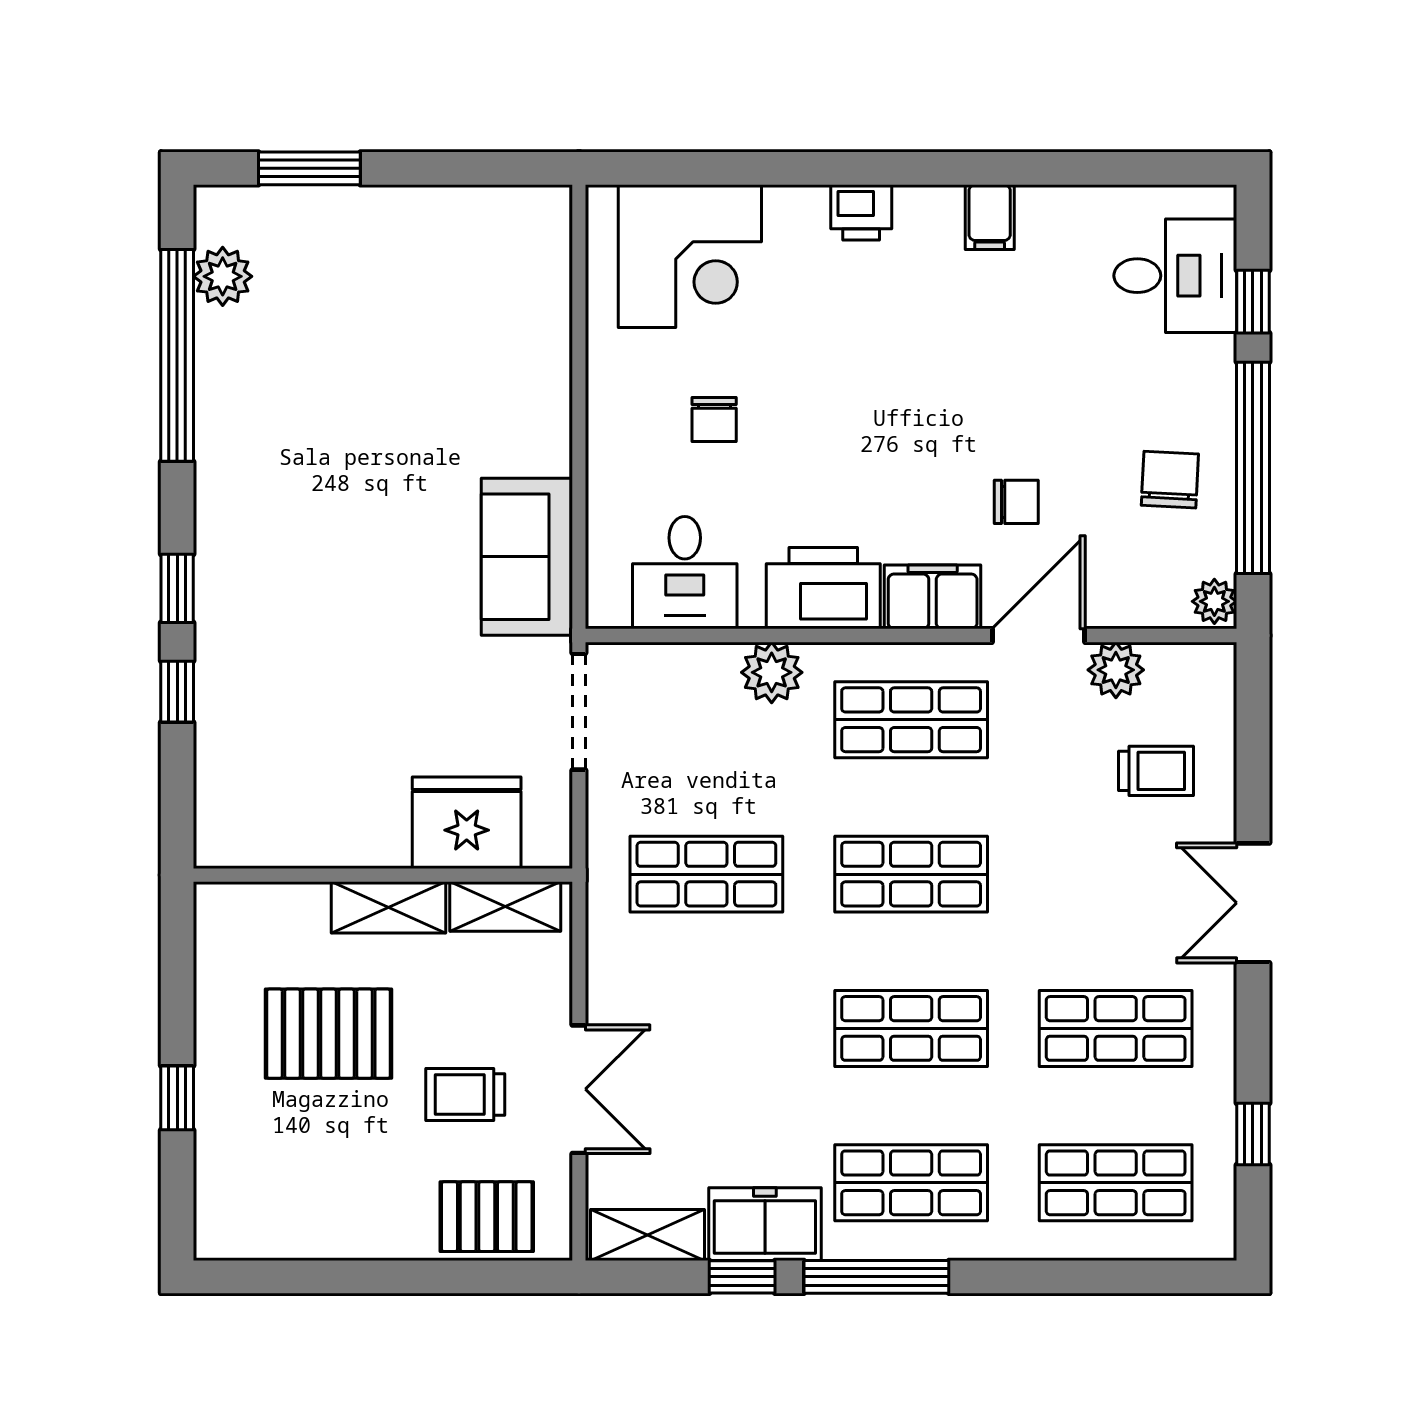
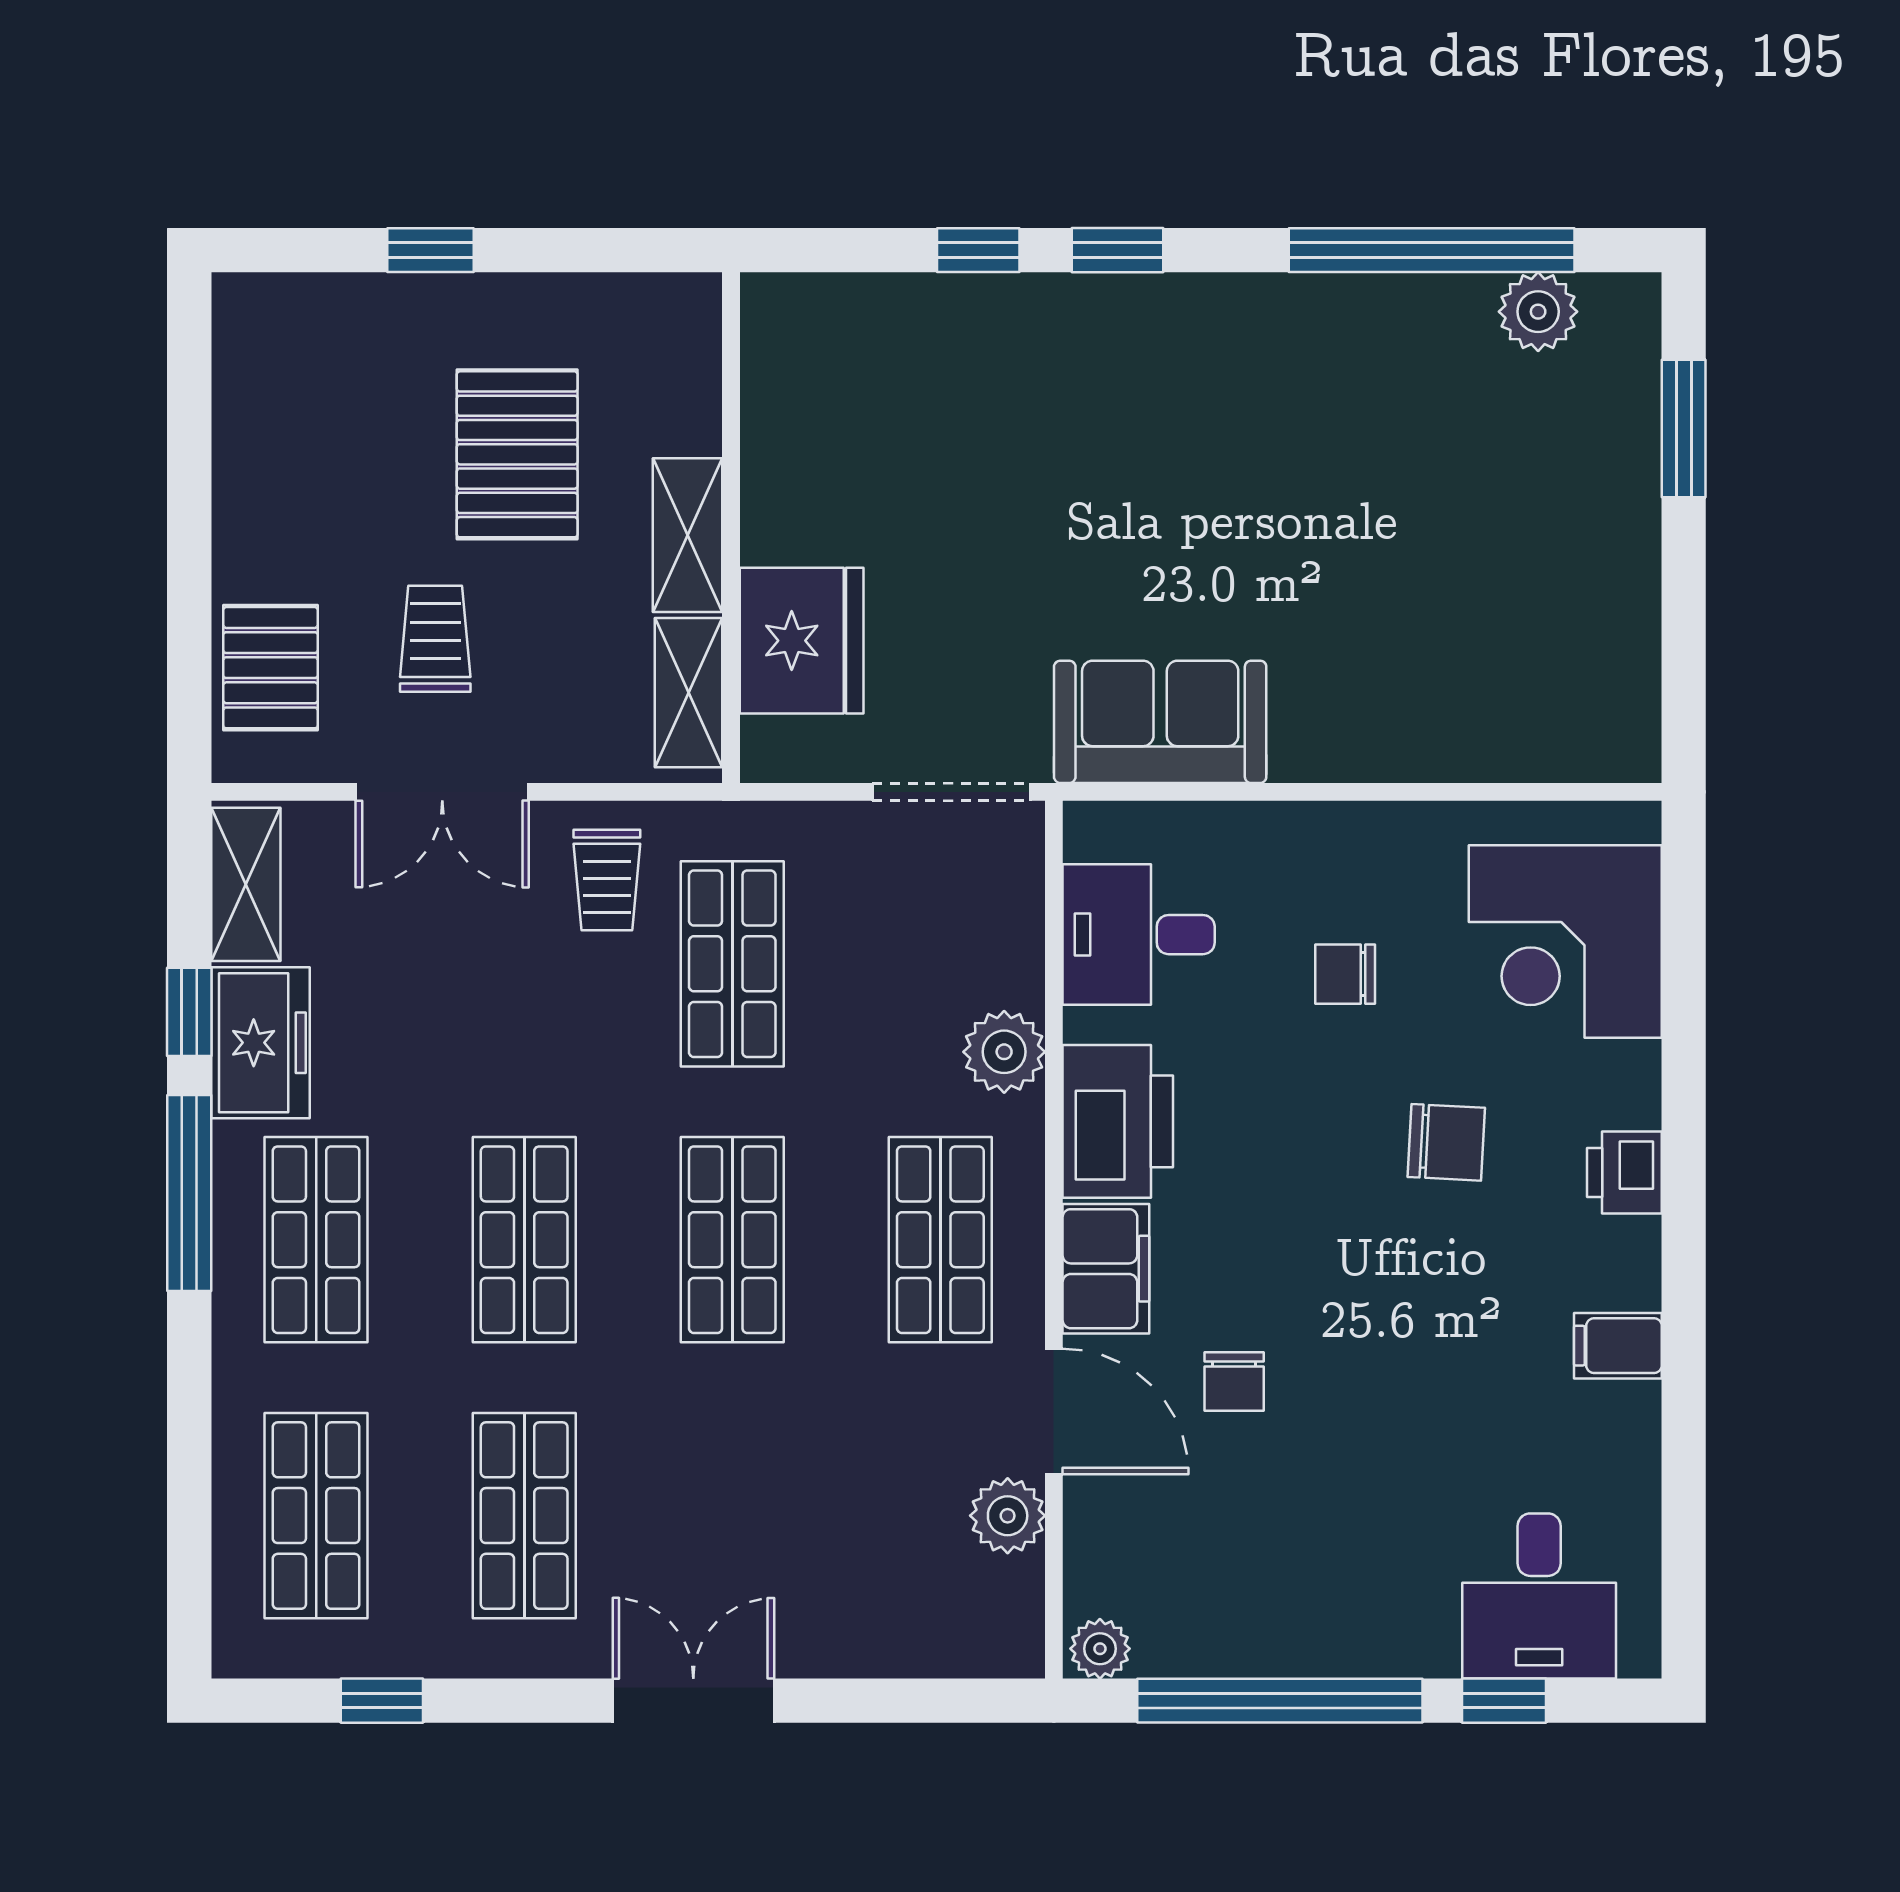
chair: (1170, 480) -> (1446, 1142), moved
trolley: (1156, 771) -> (607, 880), moved

